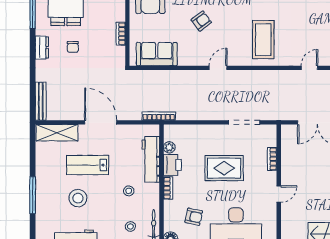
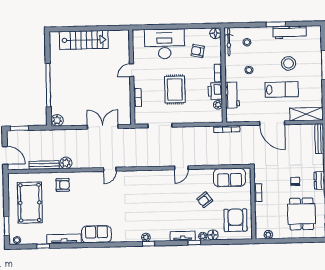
armchair: (201, 21) -> (205, 200), moved
coffee table: (263, 40) -> (146, 191), removed
workbench: (151, 159) -> (232, 95), width x0.73
rug: (224, 168) -> (175, 89), turned 90

